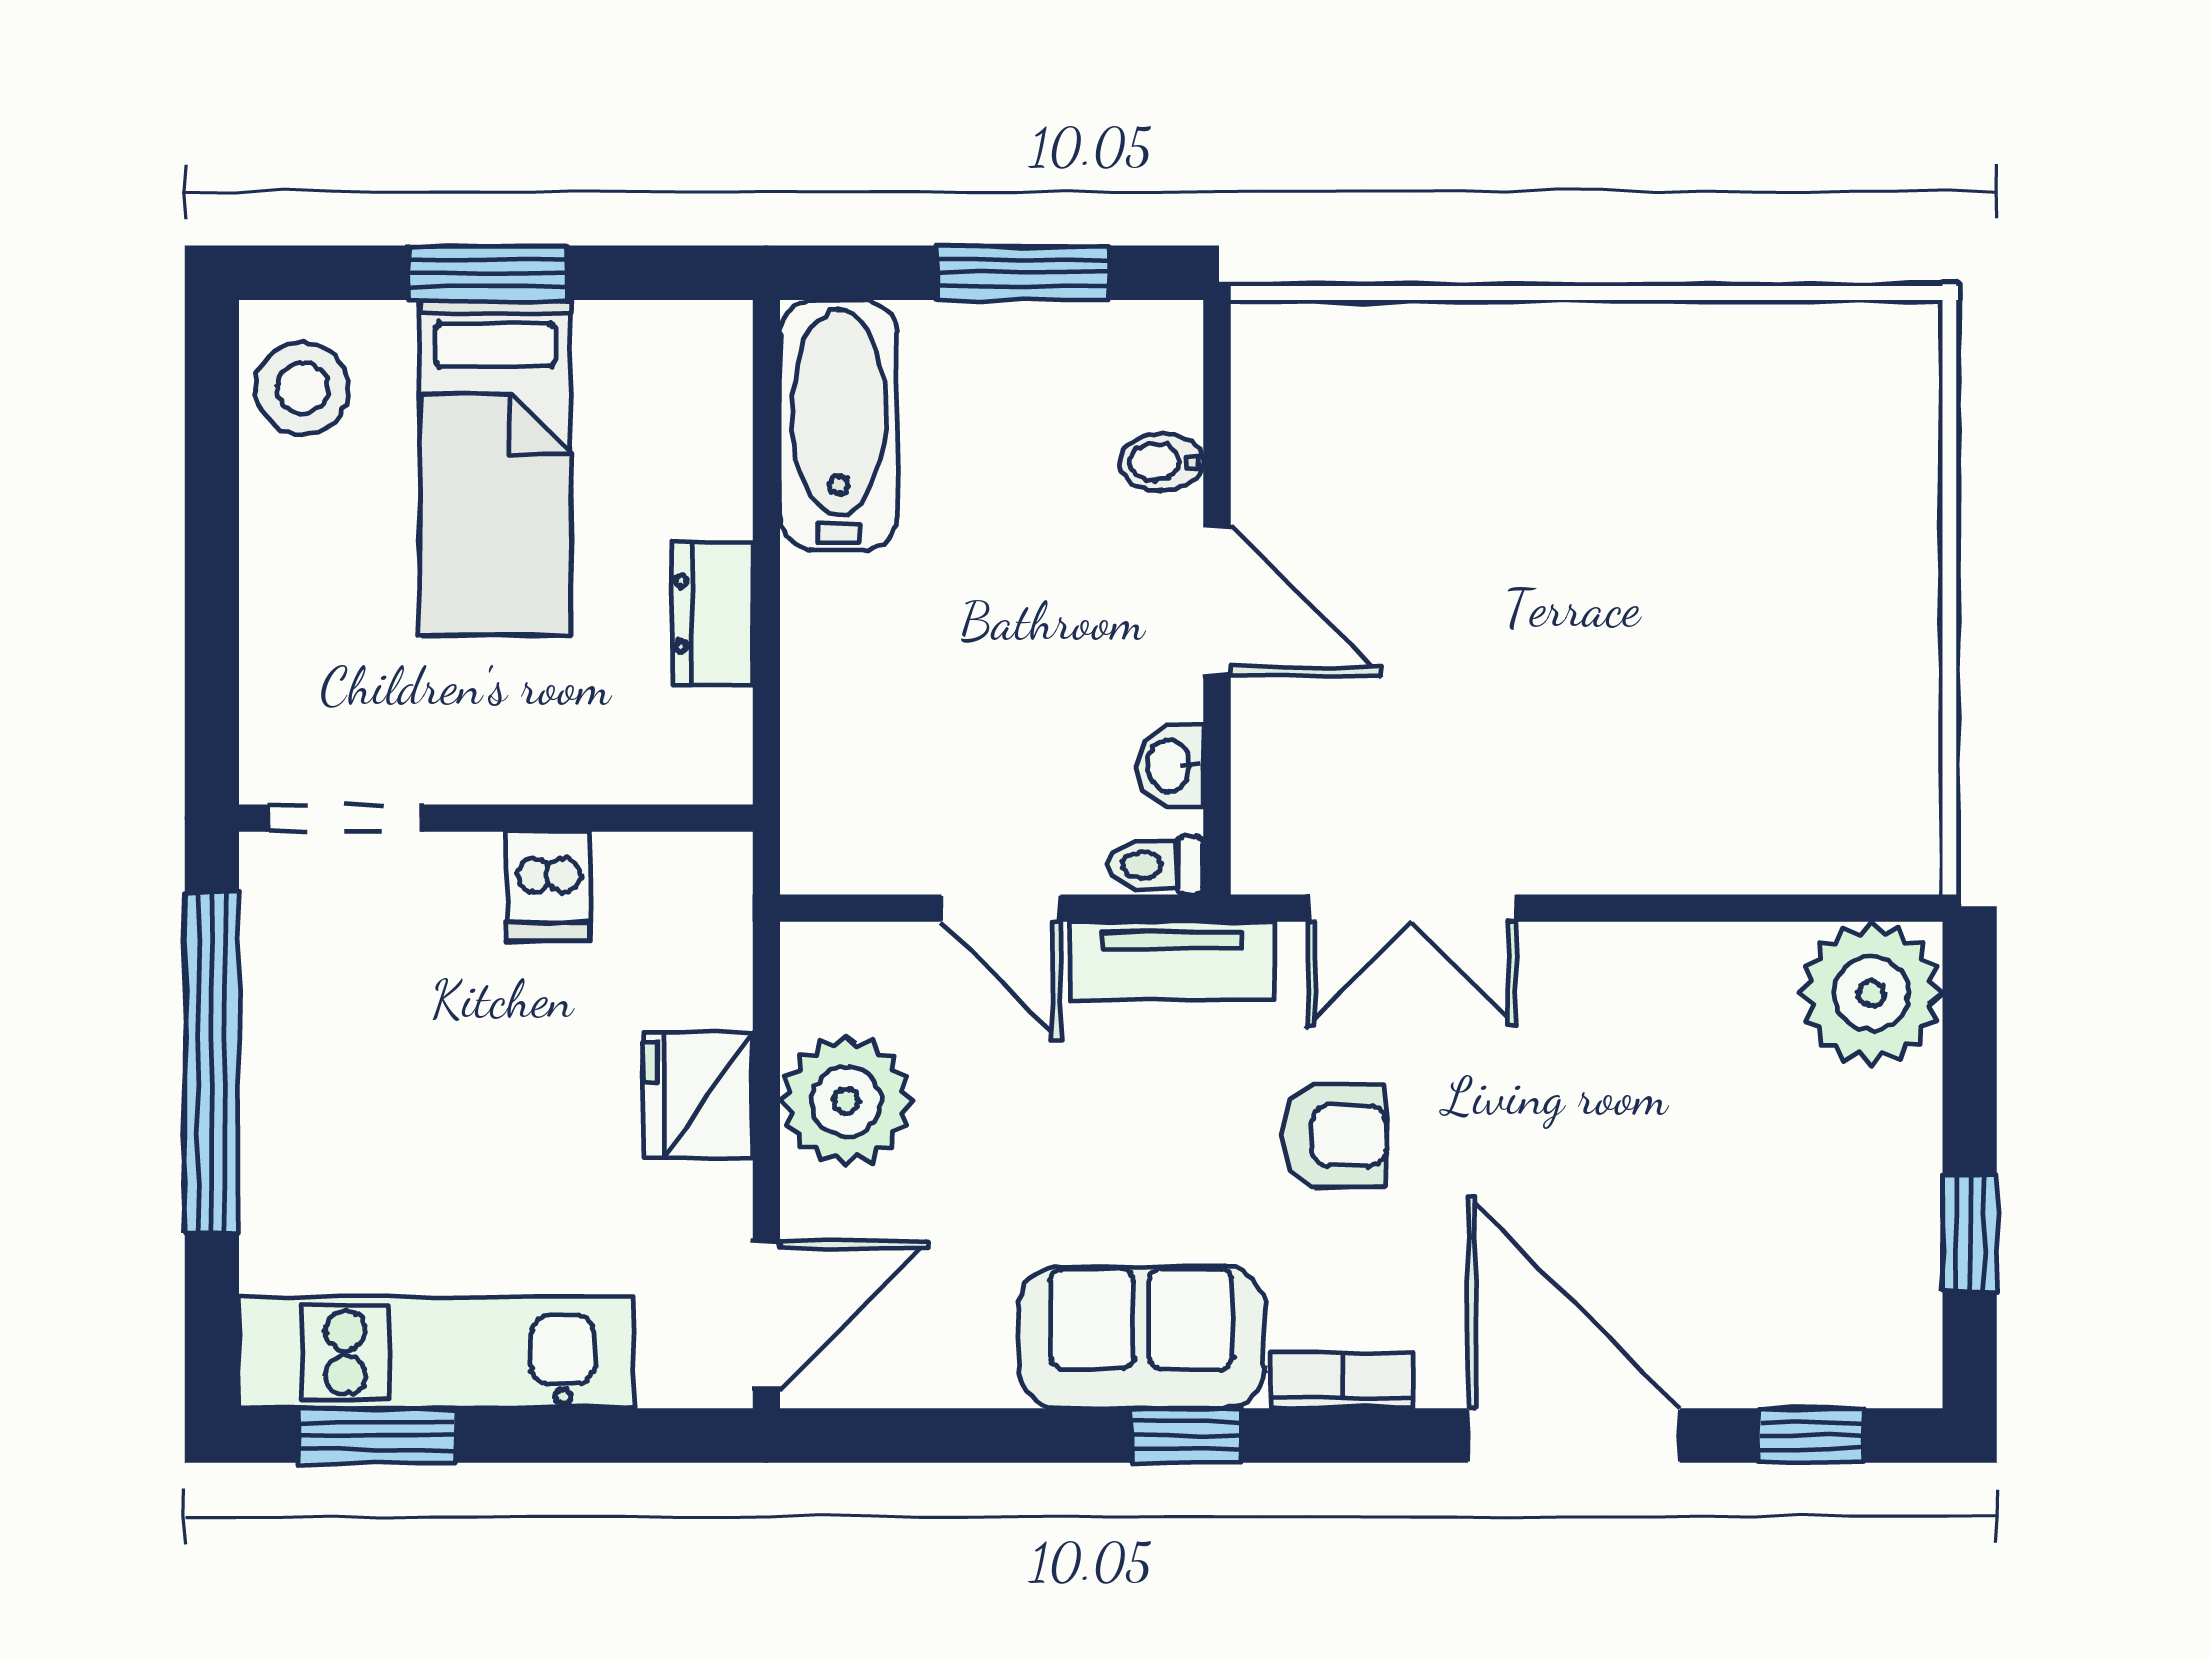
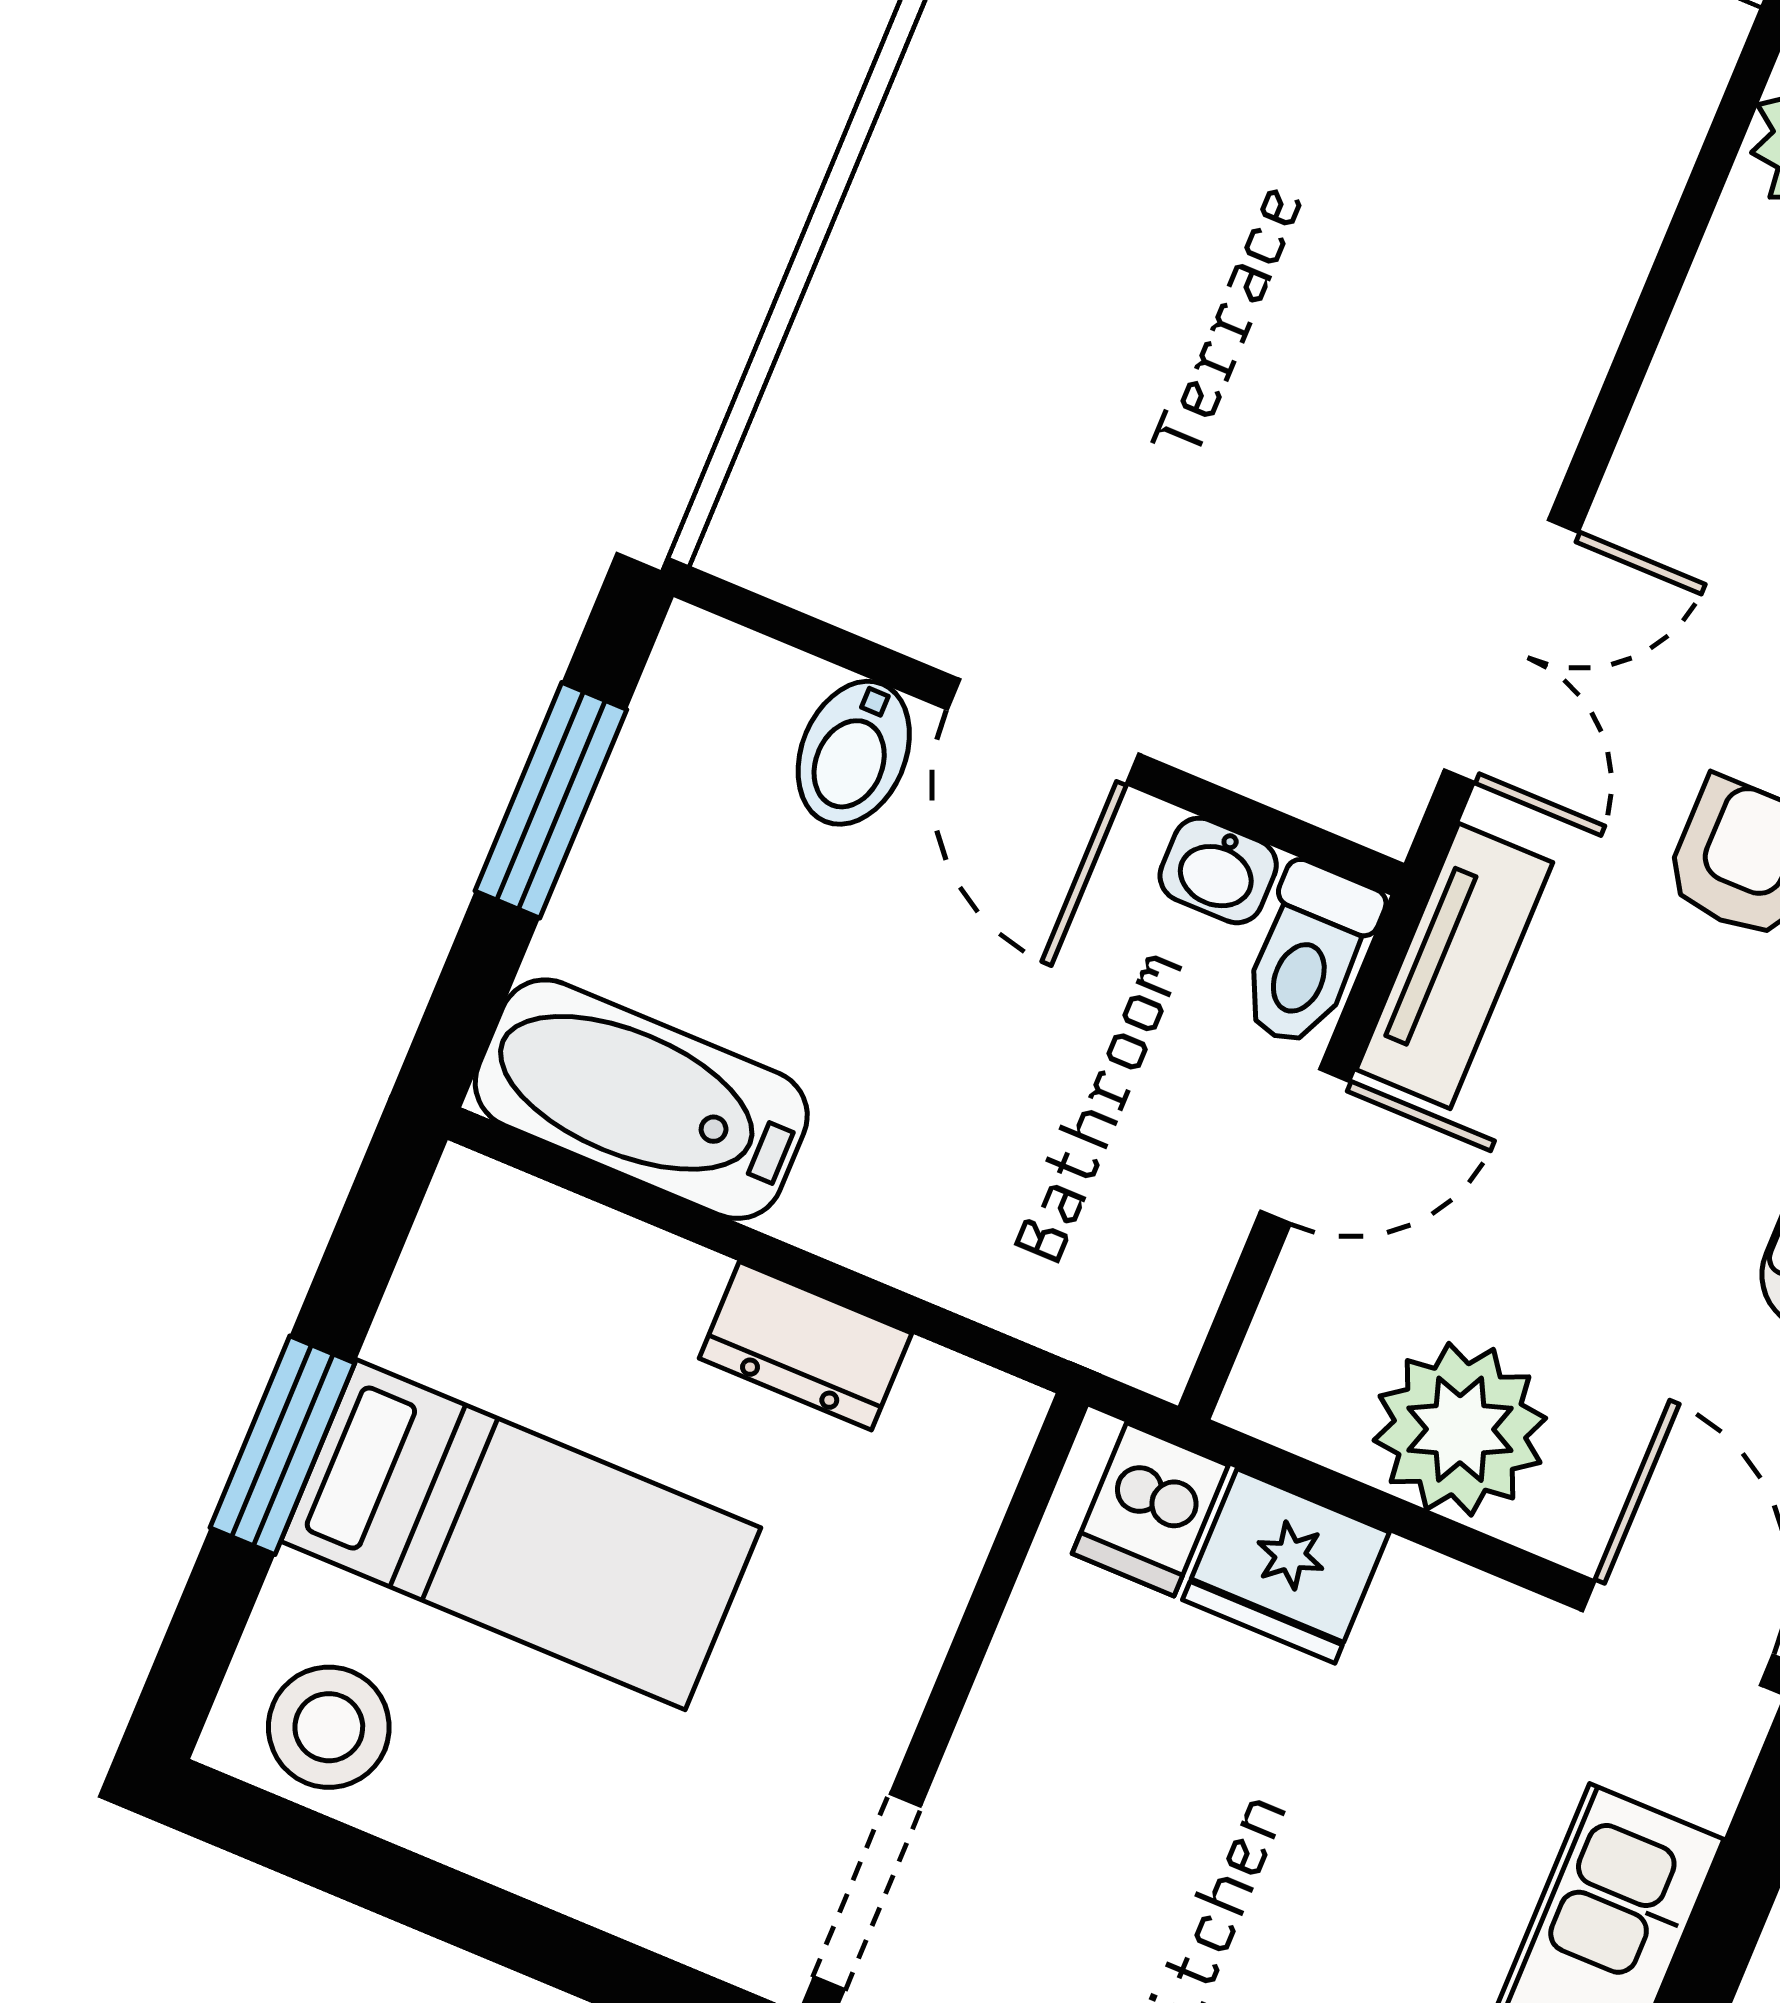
bidet: (1161, 462) -> (854, 753), width x1.38, depth x1.36
door: (1217, 601) -> (1043, 732), swing flipped
toilet: (1155, 865) -> (1308, 955), width x1.37, depth x1.39
dishwasher: (548, 886) -> (1150, 1509), moved, turned 90
fridge: (698, 1095) -> (1286, 1566), moved

